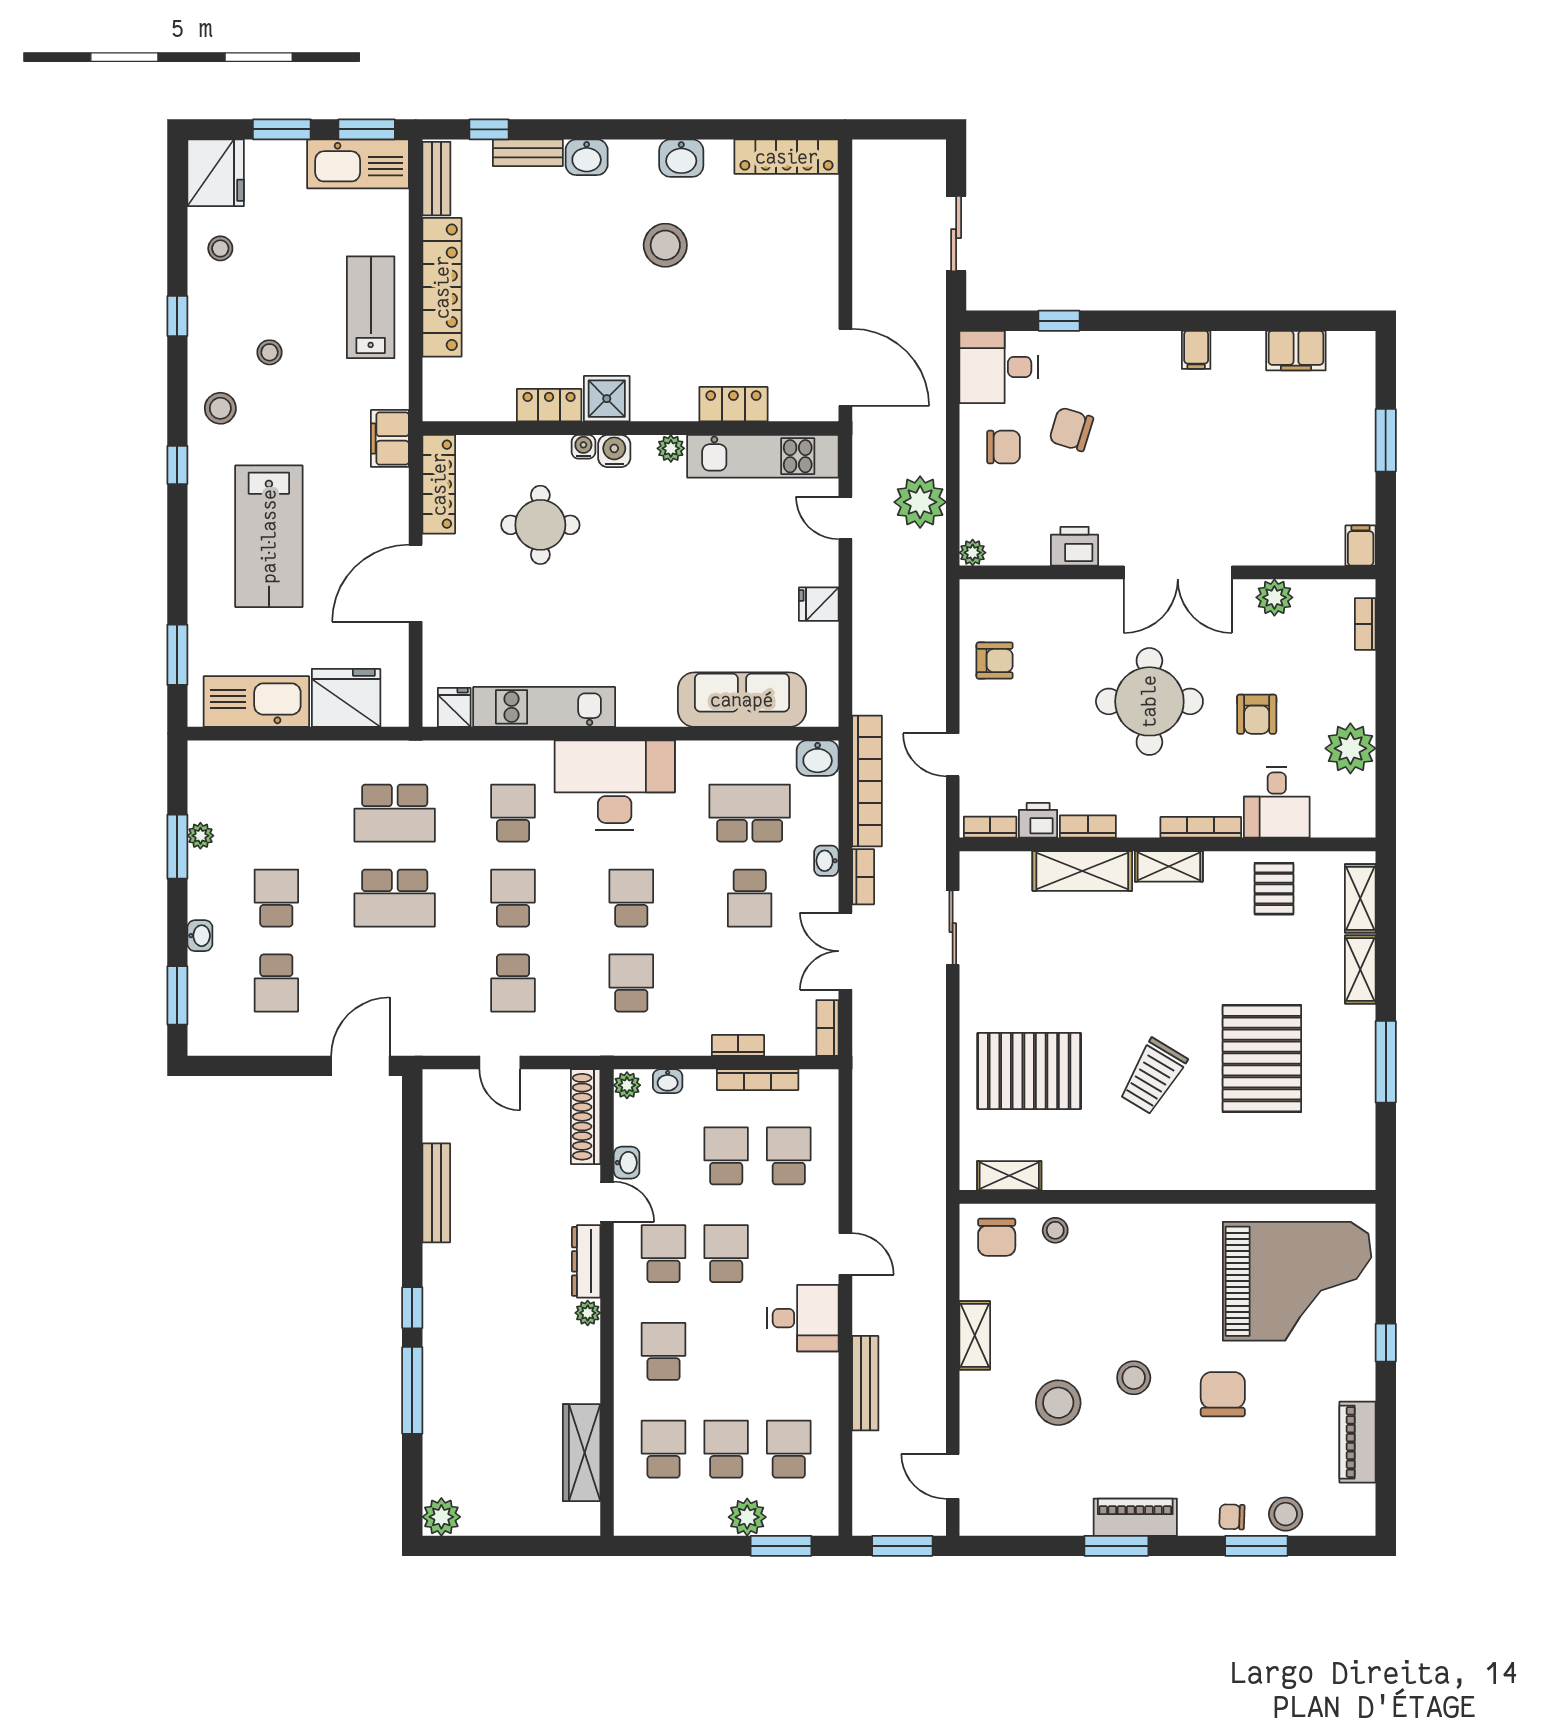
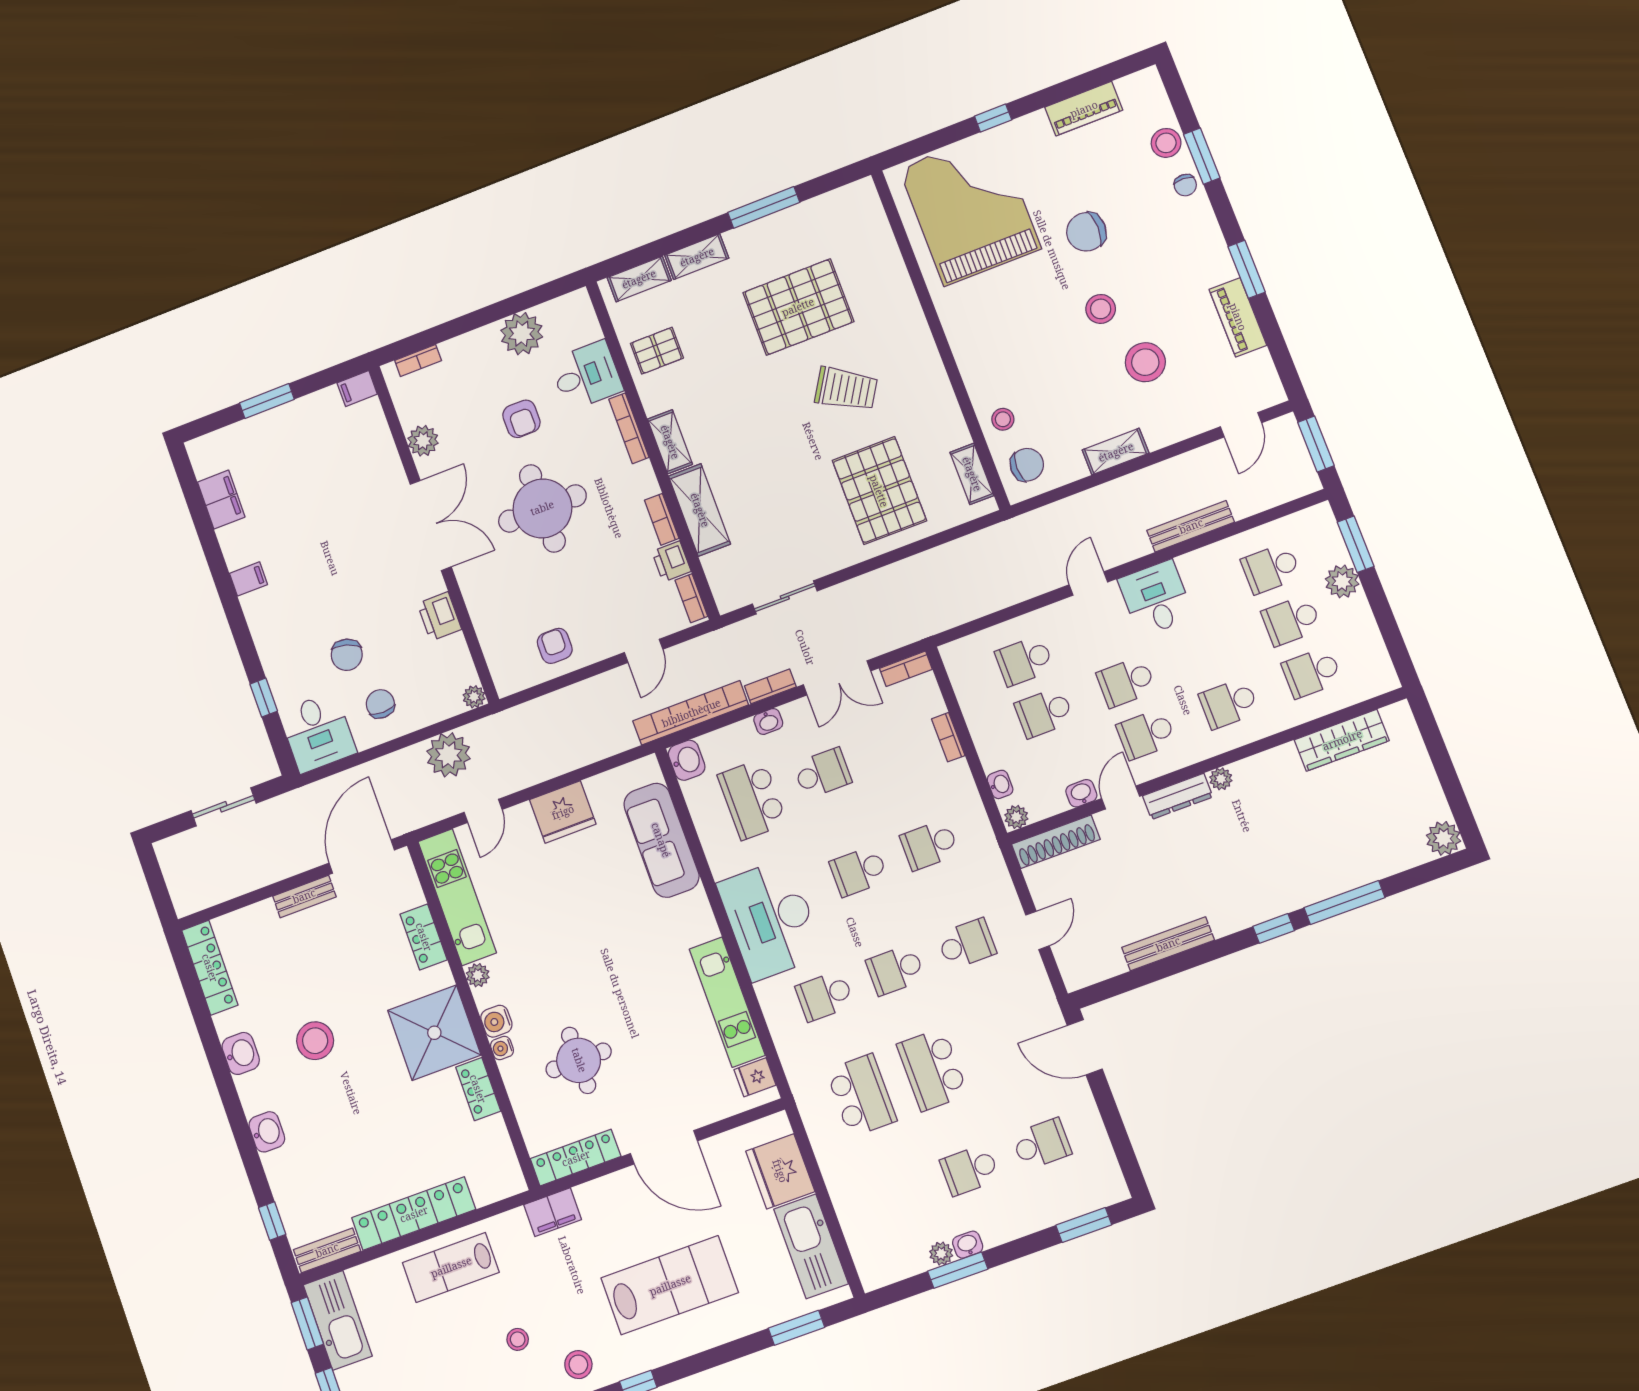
bench: (528, 153) -> (304, 896), moved, turned 90
shower: (607, 399) -> (434, 1033), width x1.86, depth x1.86
fridge: (819, 604) -> (563, 812), width x1.88, depth x1.34
armchair: (1257, 714) -> (521, 419), turned 90
school desk: (395, 898) -> (932, 1070), turned 180
washbasin: (200, 936) -> (968, 1245), moved
bookcase: (758, 1080) -> (971, 710), removed
piano: (1135, 1517) -> (1238, 317), moved

